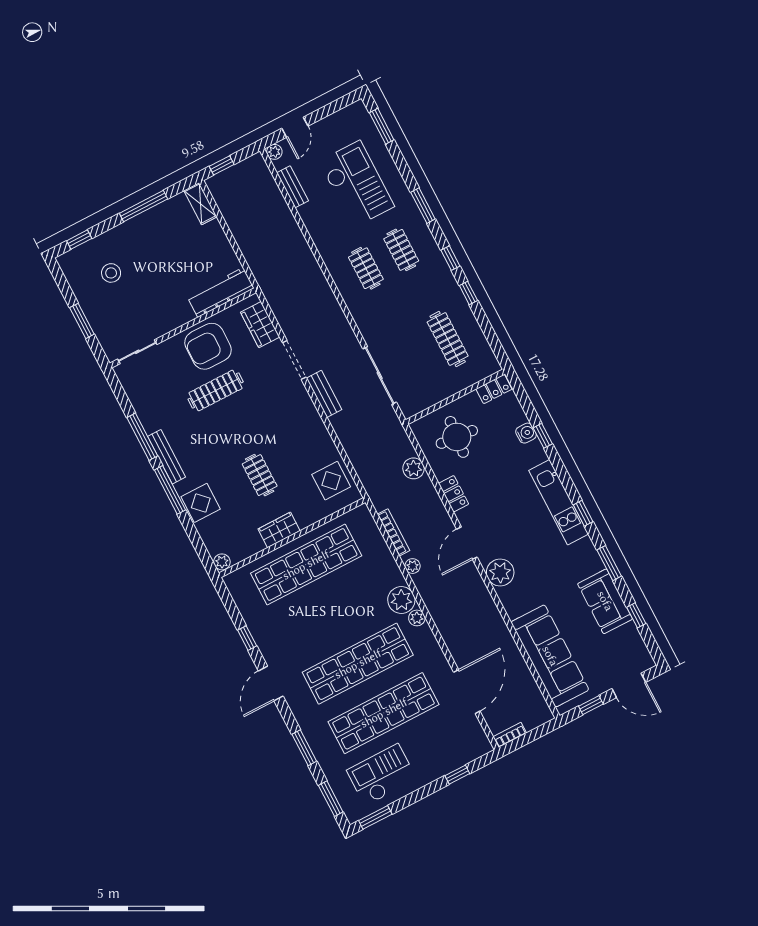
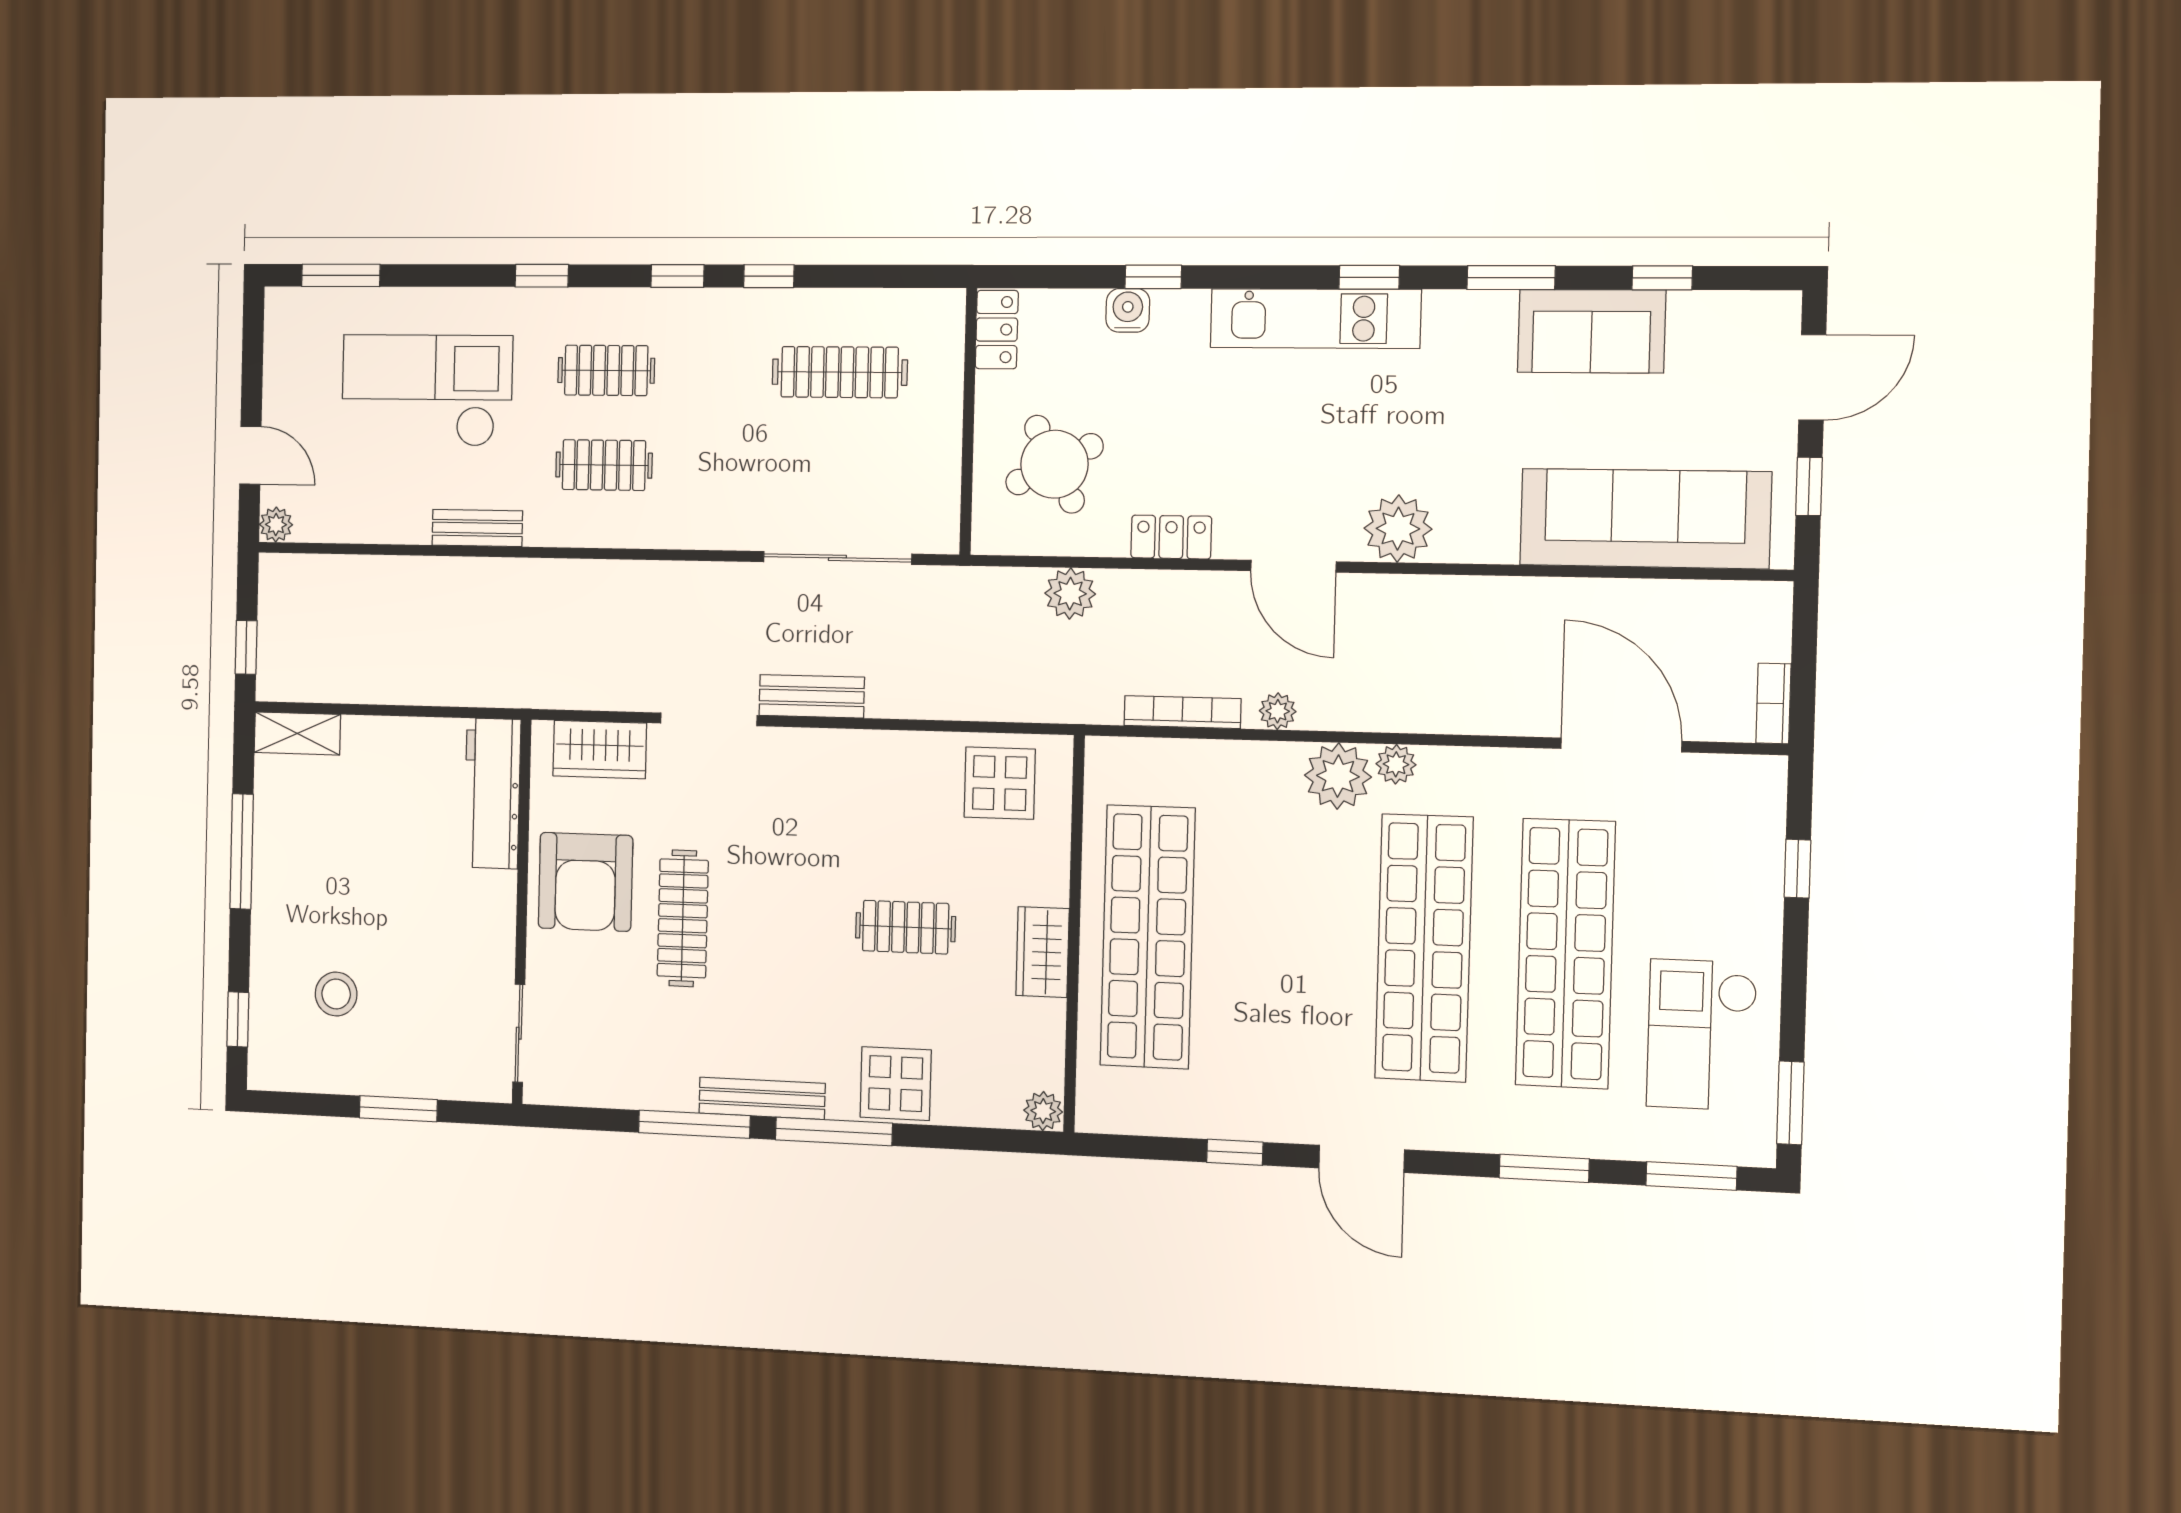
bench: (293, 187) -> (477, 528), moved
window: (423, 206) -> (542, 276), width x0.67
round table: (457, 437) -> (1054, 464), turned -32

